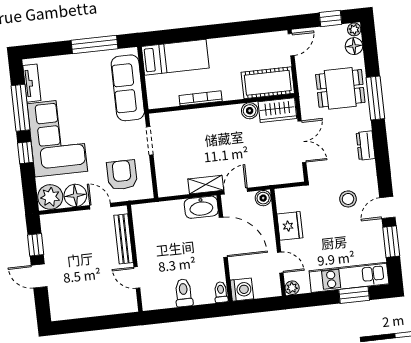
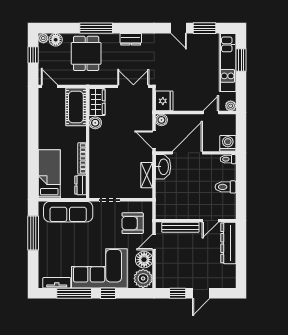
dresser: (165, 100) -> (80, 185), added
double door: (302, 142) -> (133, 86), moved
shelving: (206, 185) -> (147, 175), moved
stool: (348, 199) -> (169, 57), removed
fridge: (290, 226) -> (164, 101), moved, turned 90
dresser: (110, 305) -> (228, 243), added

